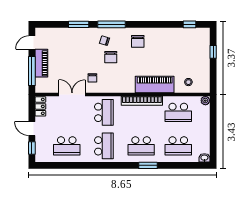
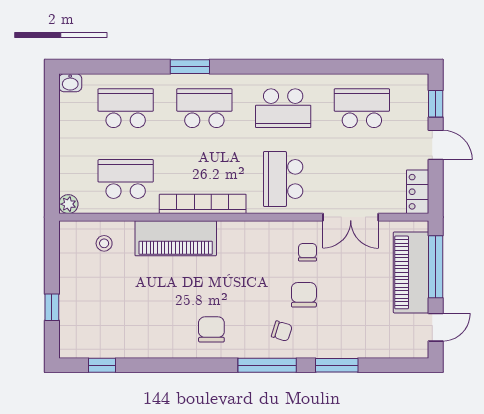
chair: (111, 57) -> (304, 295), moved
piano: (41, 63) -> (411, 272), width x1.37, depth x1.33
school desk: (104, 146) -> (283, 108), turned -90

